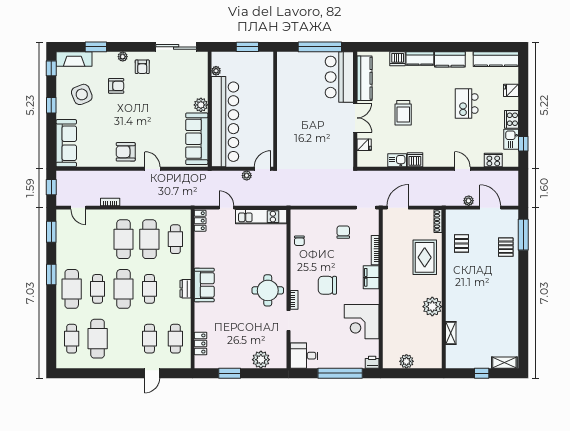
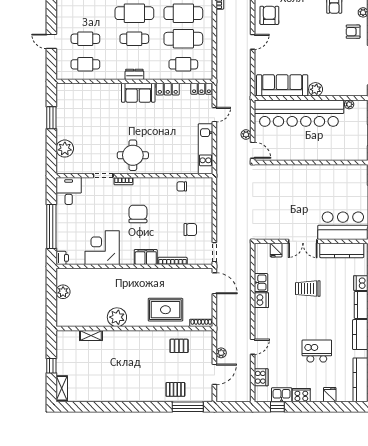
locker: (201, 344) -> (168, 89), moved

